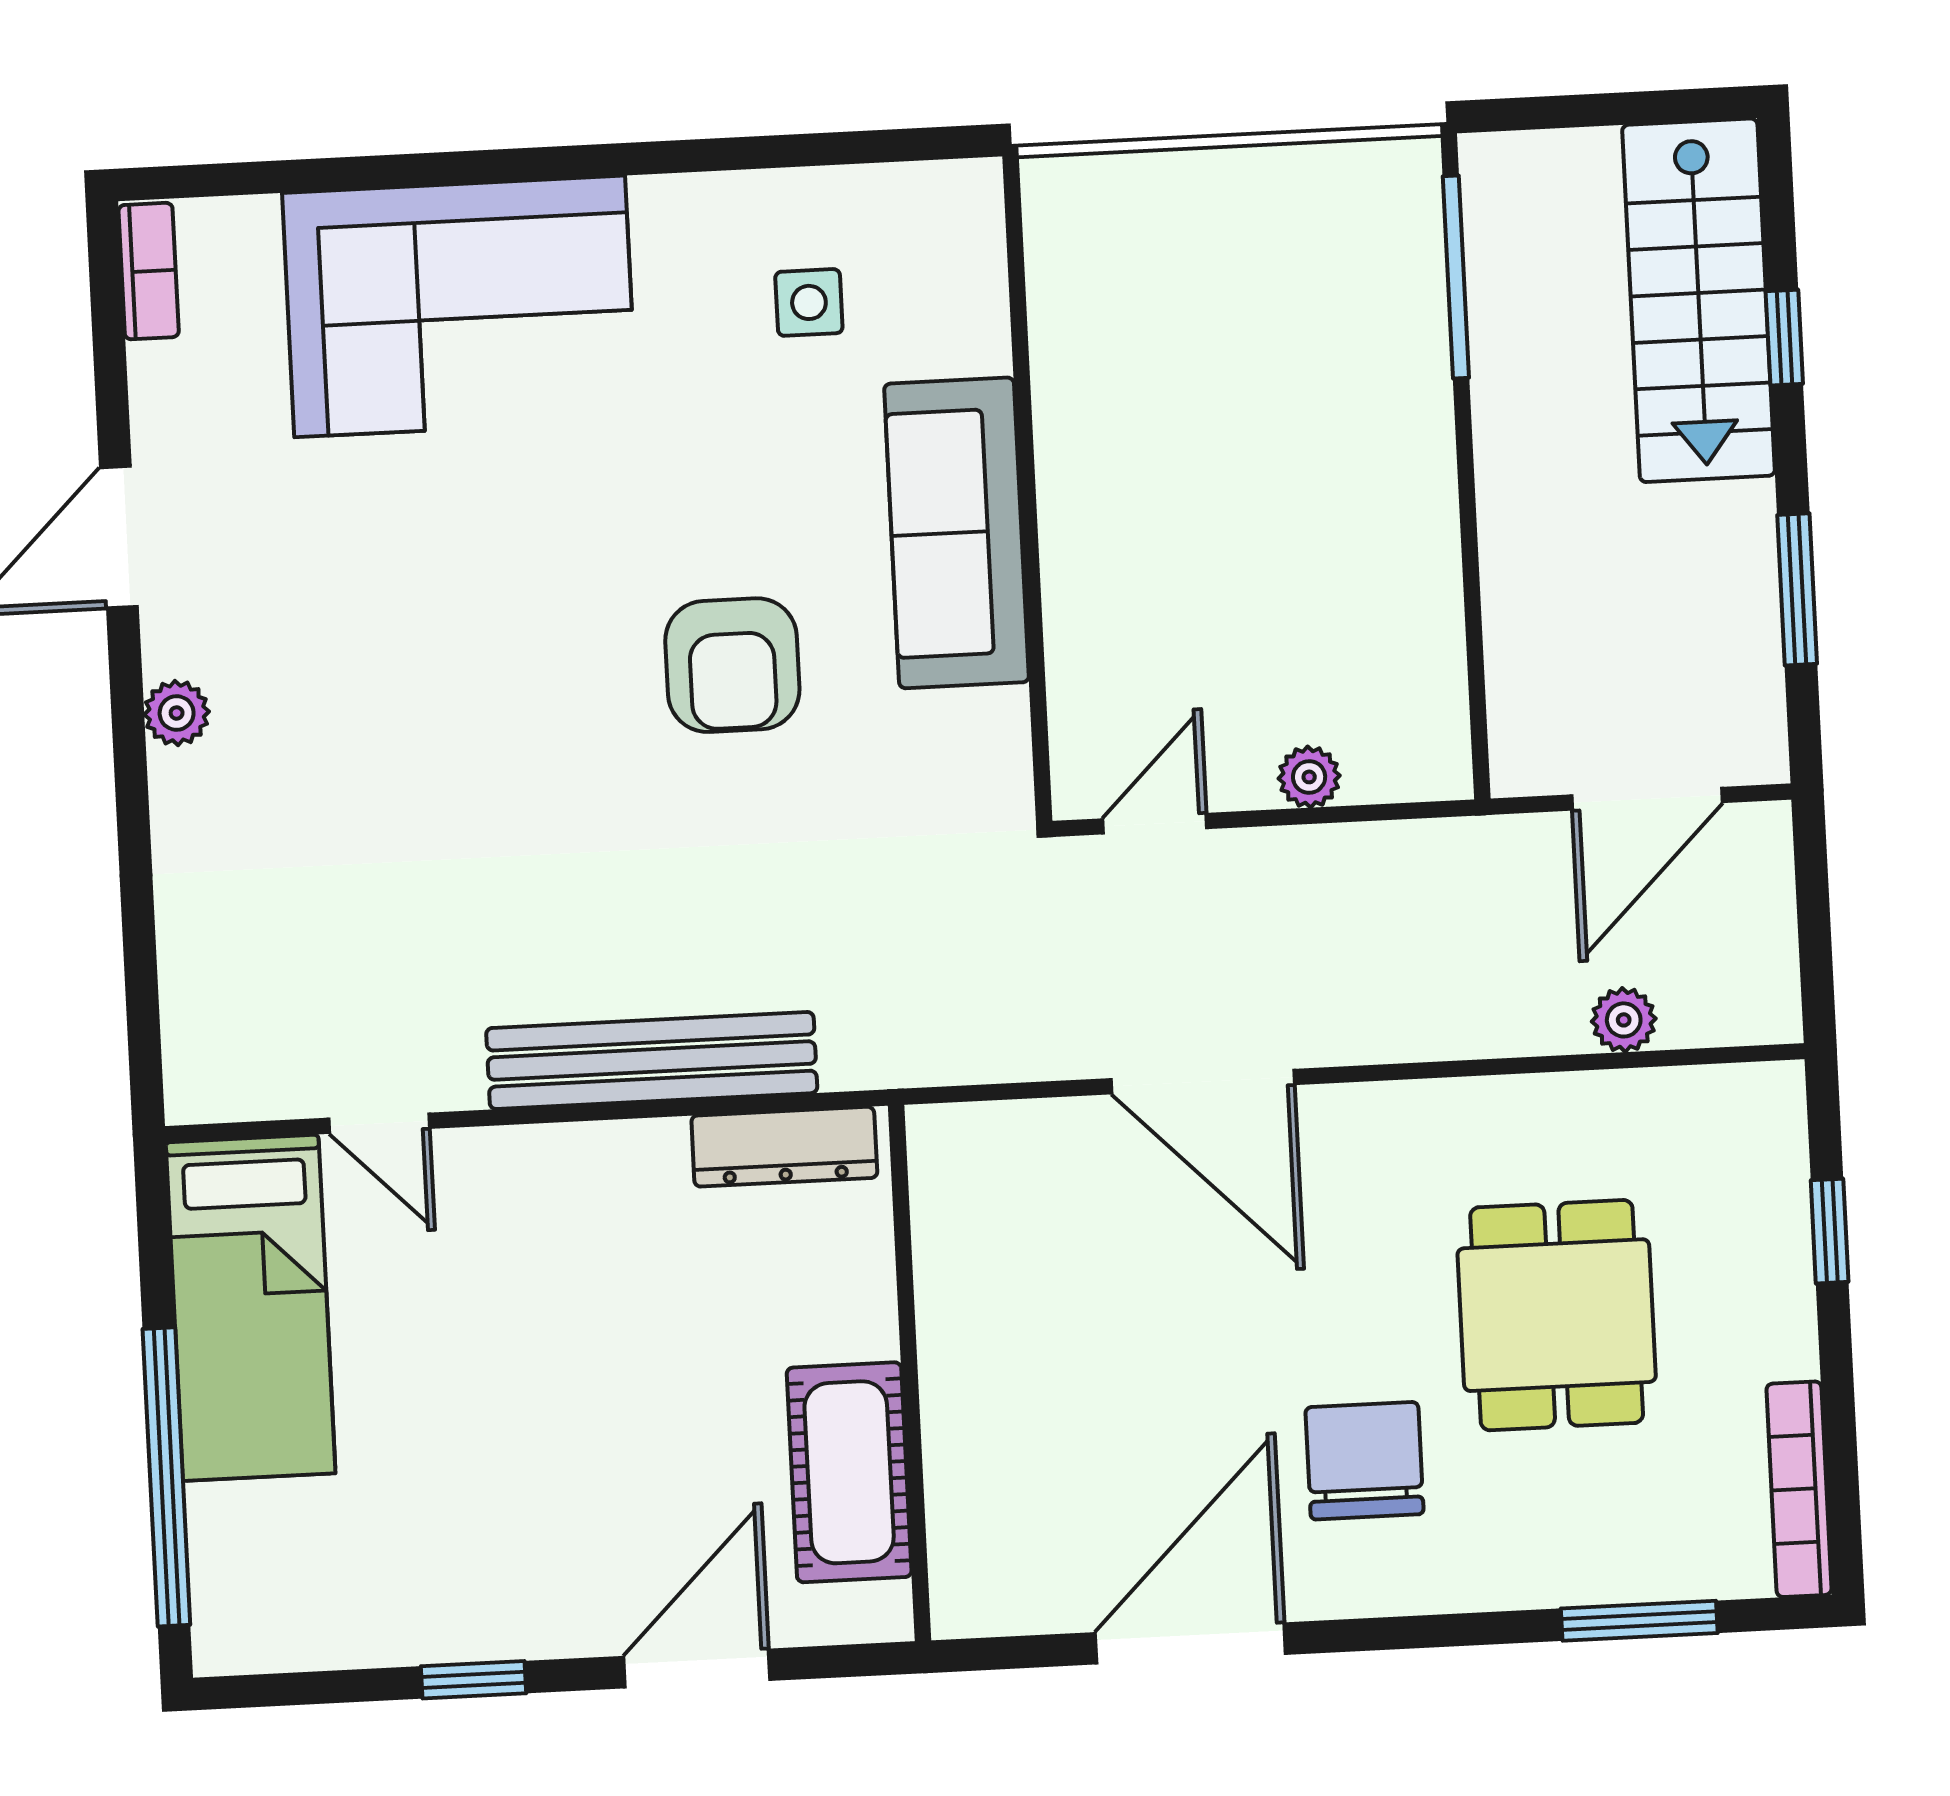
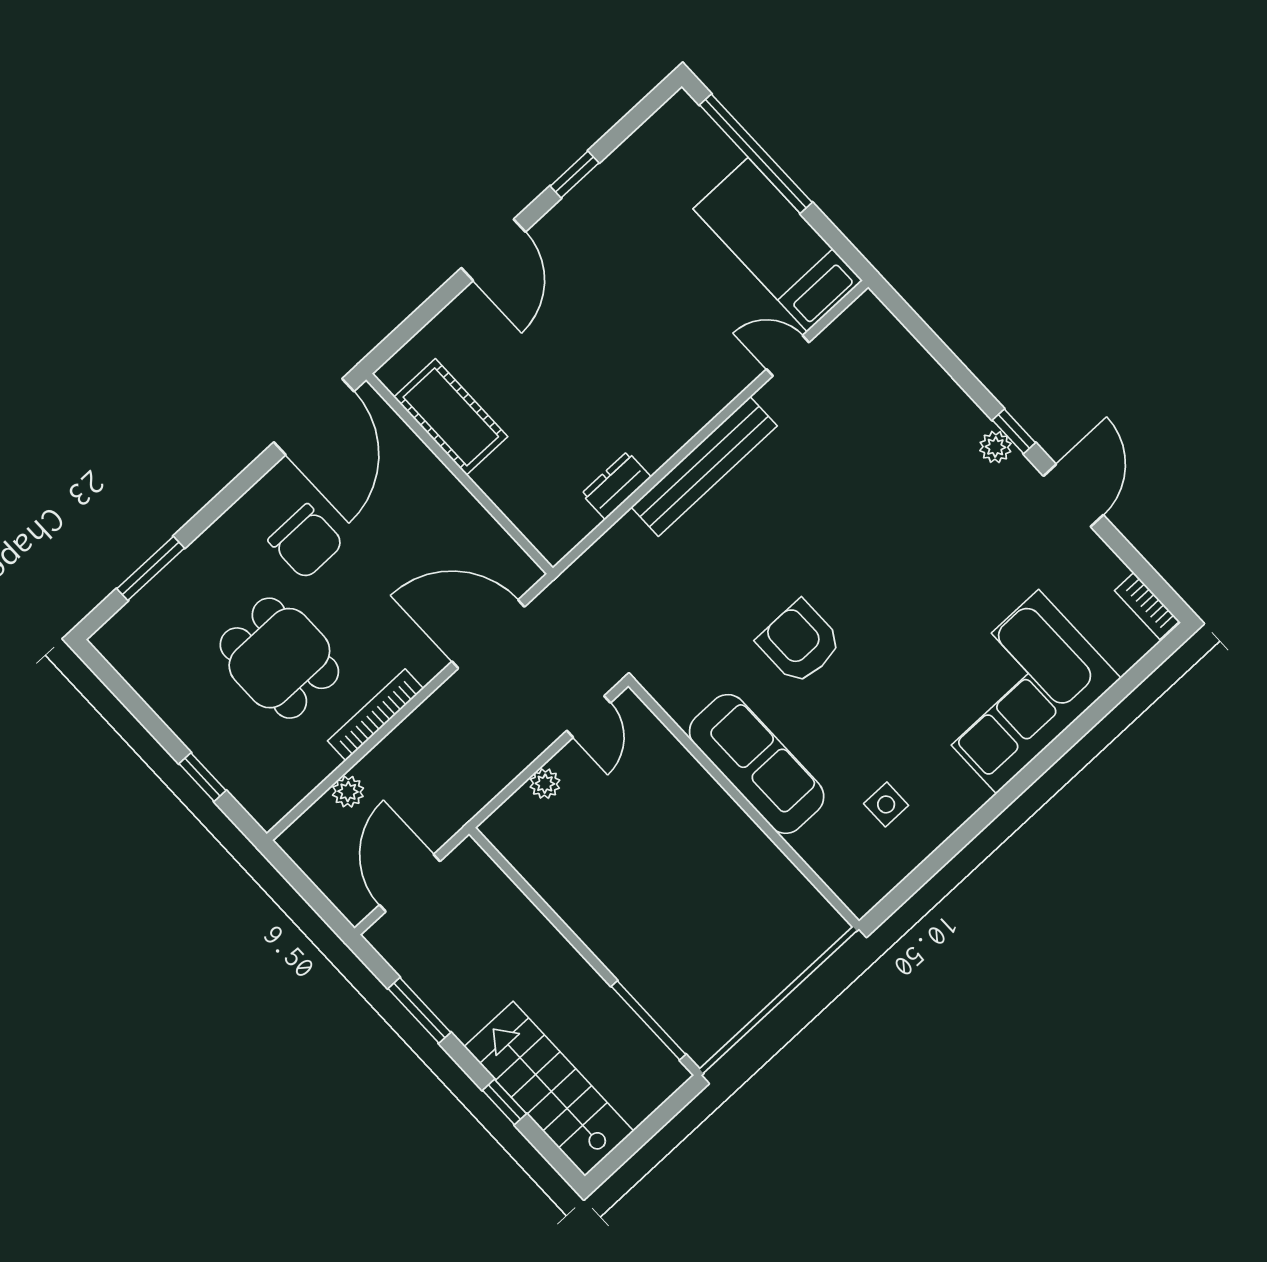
window: (128, 713) -> (1014, 431), added
dresser: (784, 1147) -> (616, 485), width x0.70
wall: (910, 1373) -> (460, 474), moved
cot: (849, 1472) -> (451, 417), moved
bookcase: (1799, 1489) -> (375, 715), moved, turned -90

